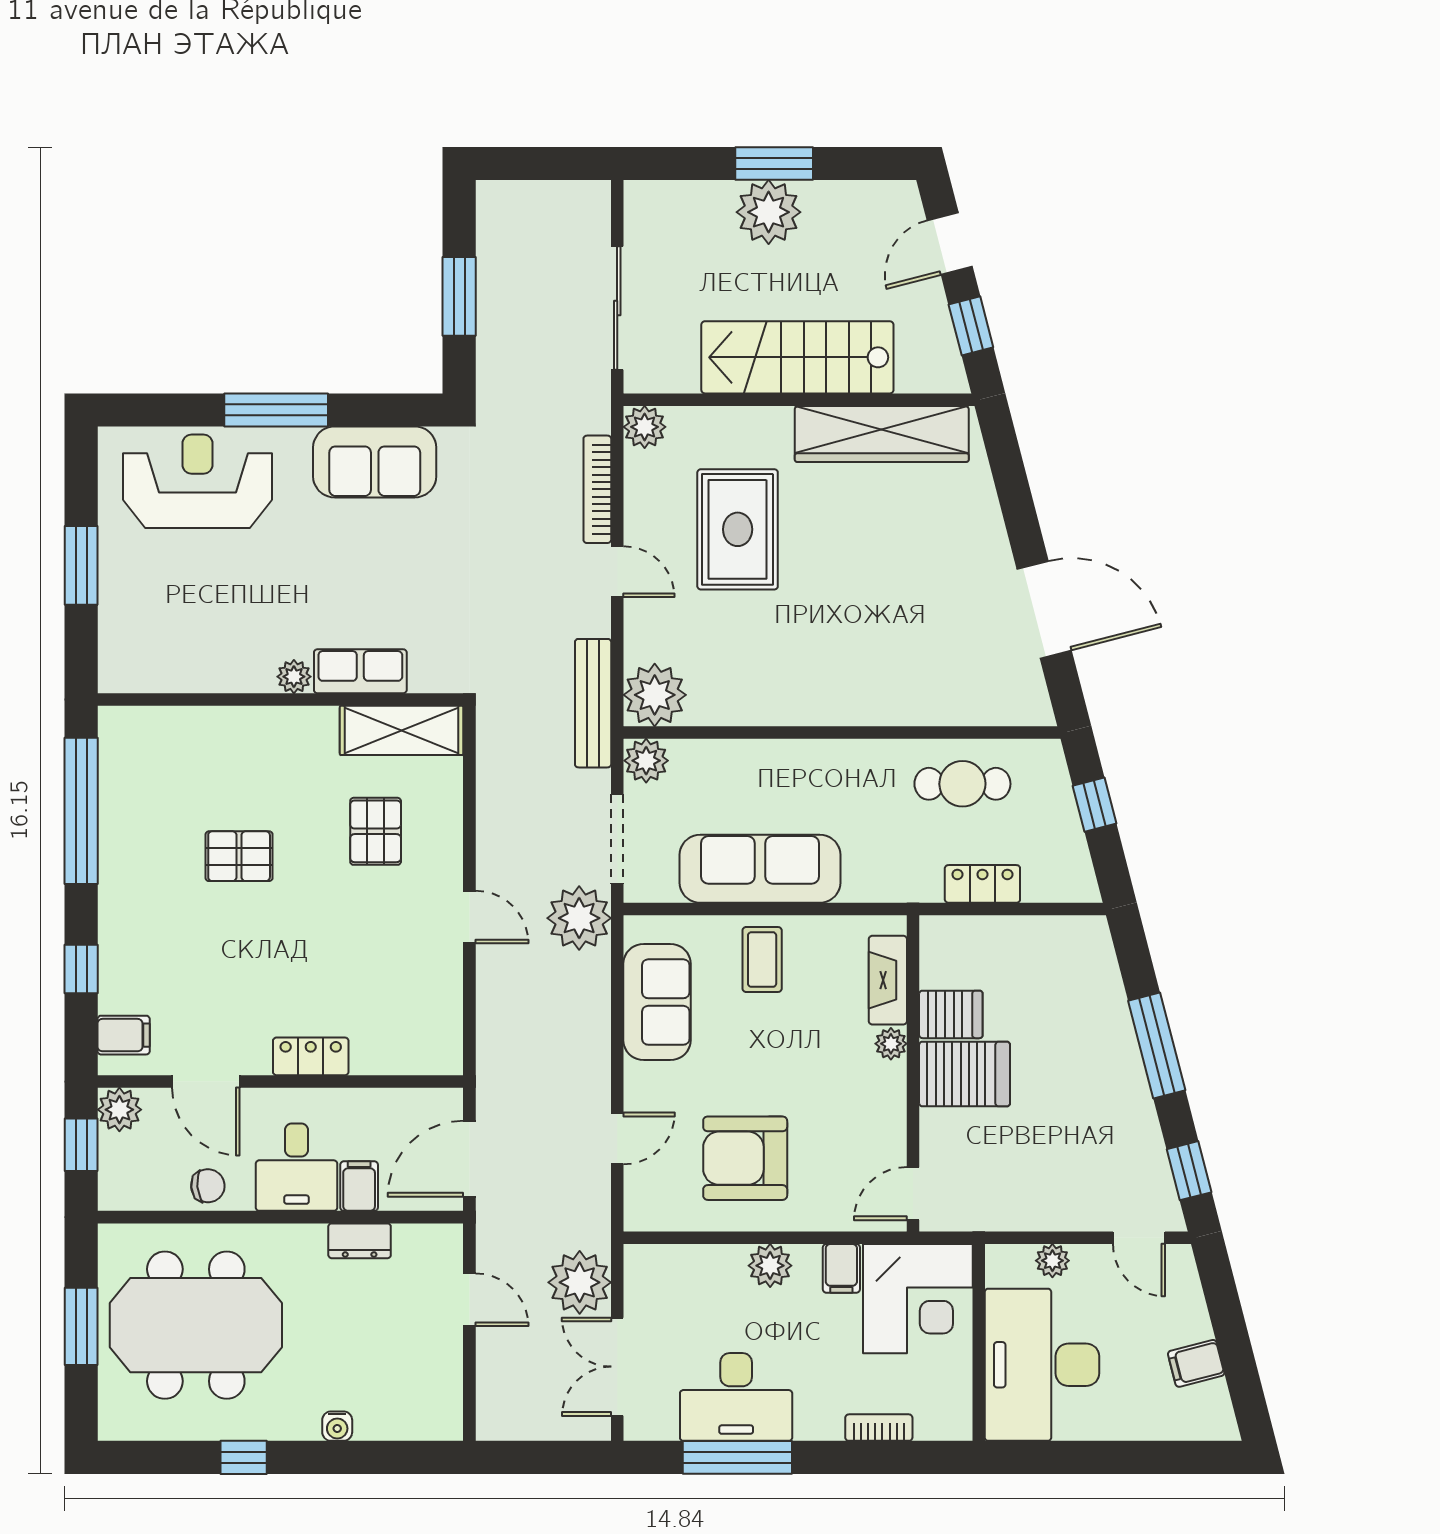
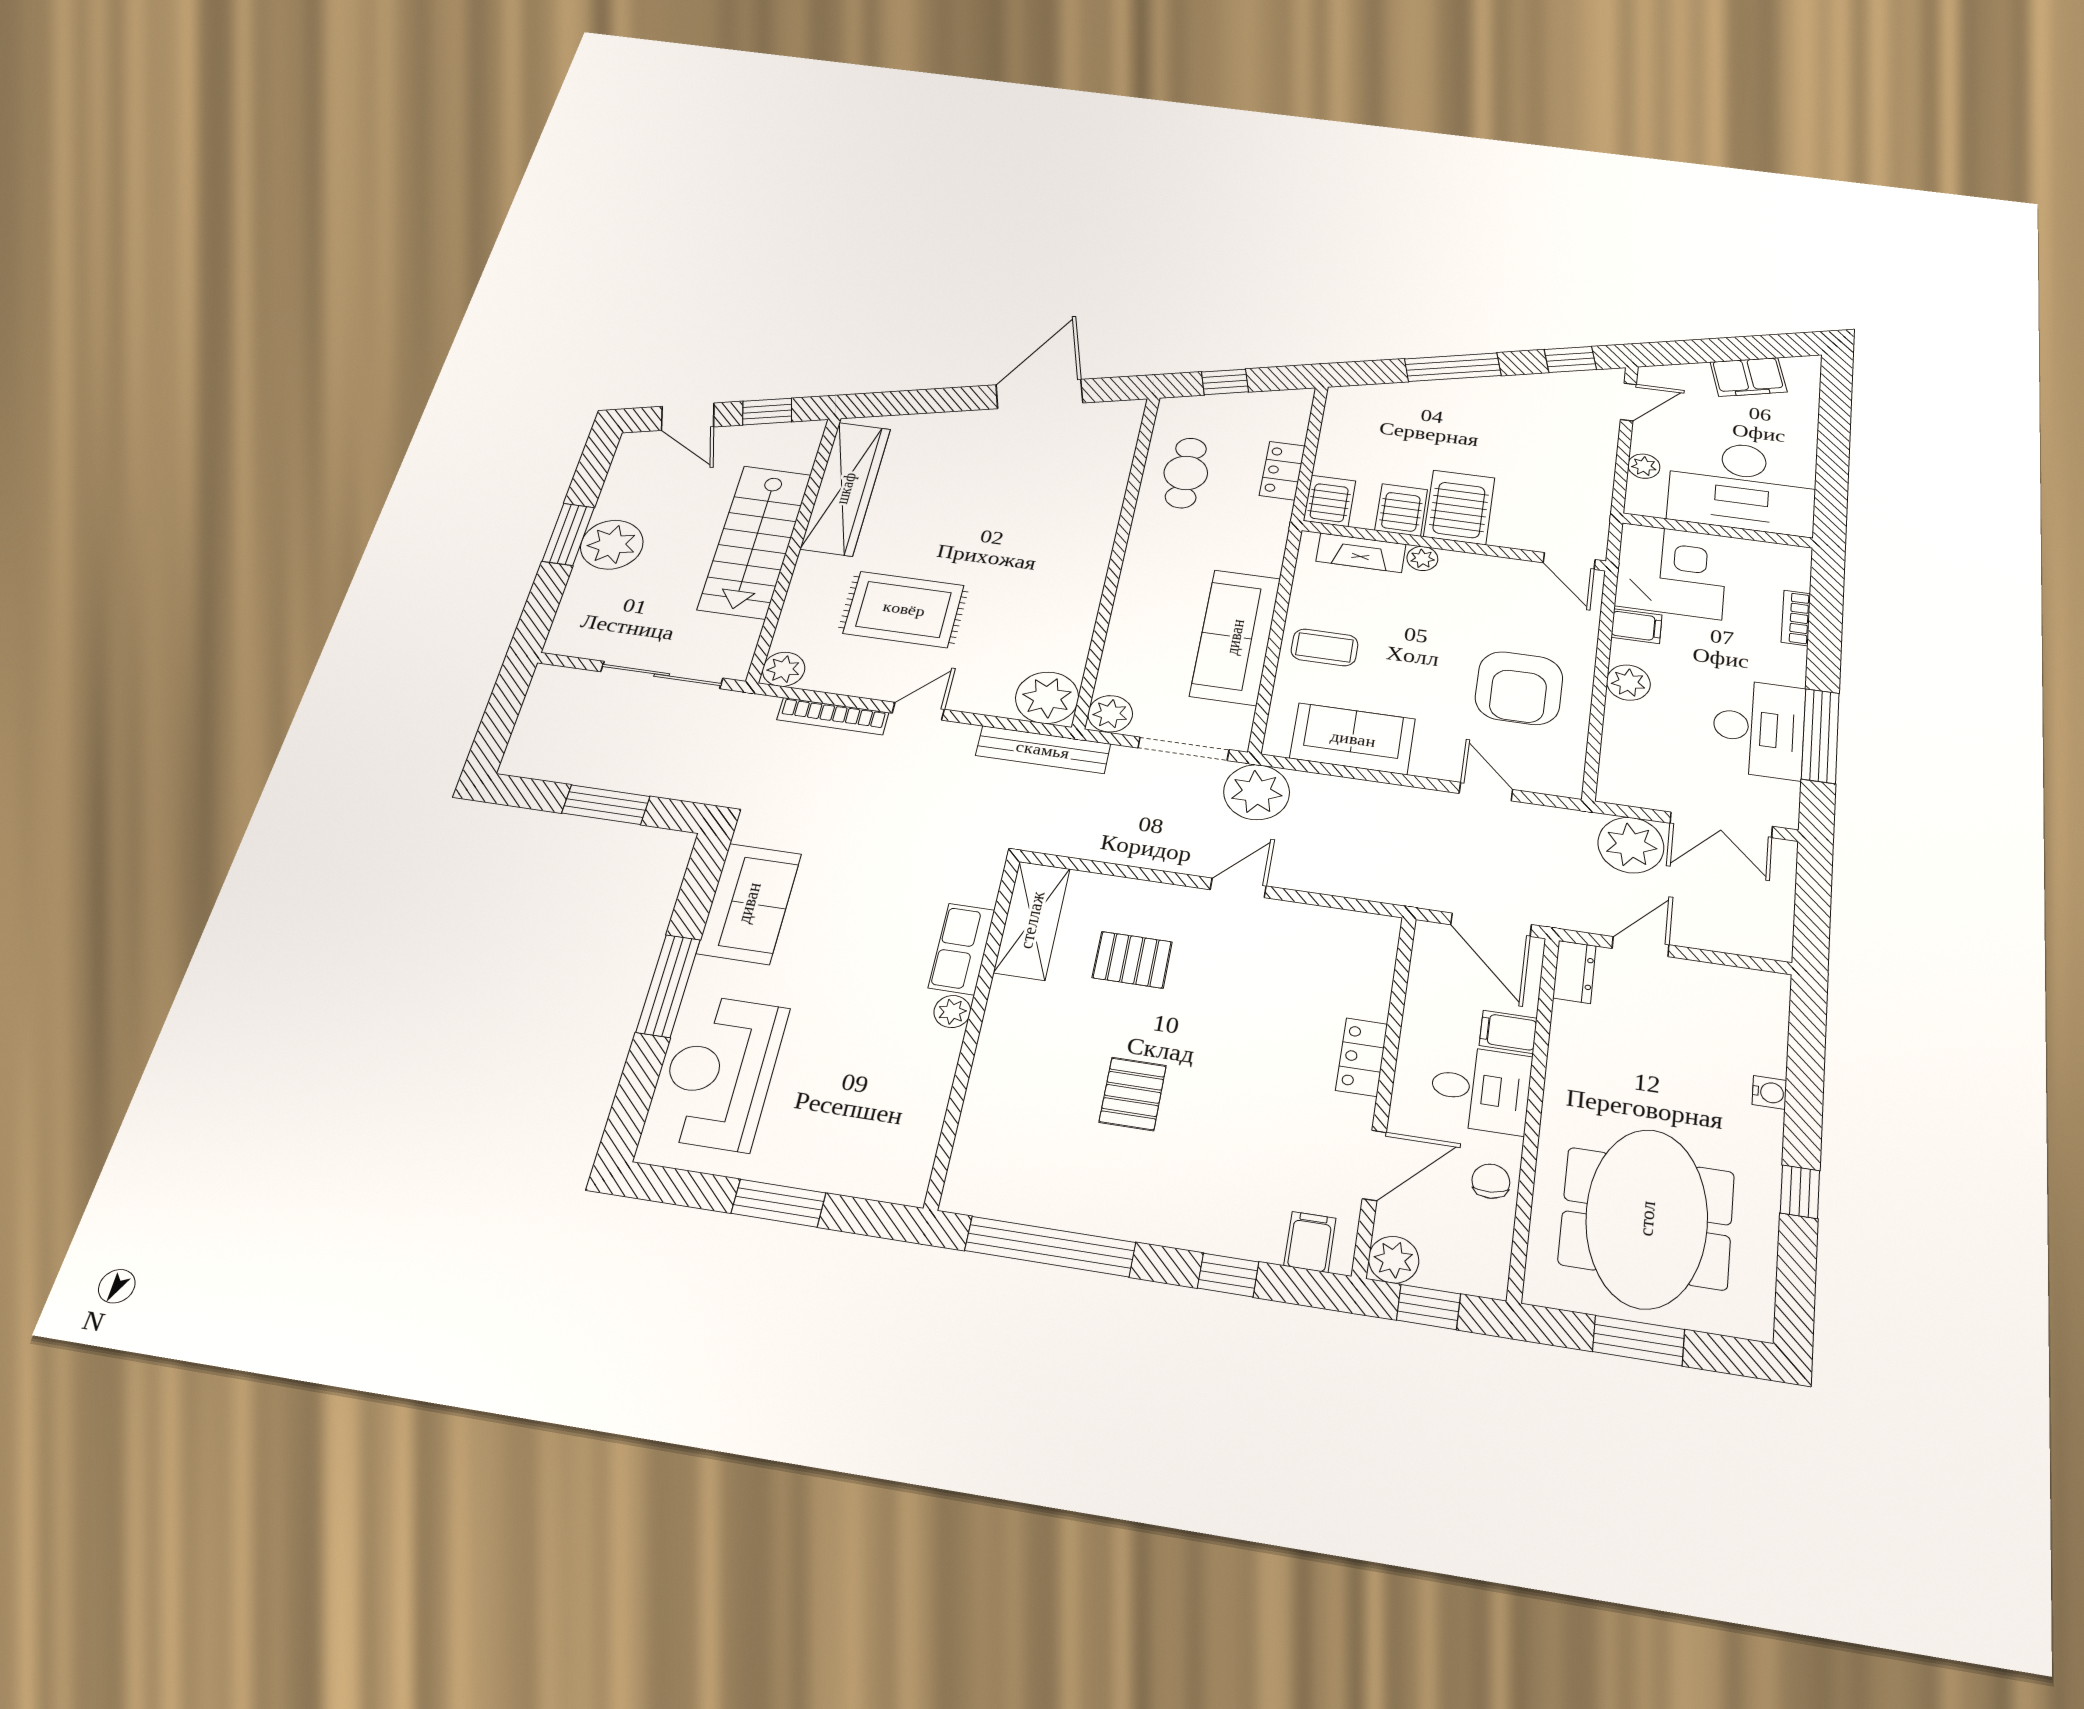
server rack: (950, 939) -> (1329, 501), added
dresser: (360, 1241) -> (1574, 972), moved
filing cabinet: (1196, 1363) -> (1749, 377), width x2.00

